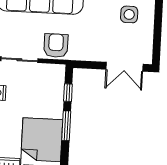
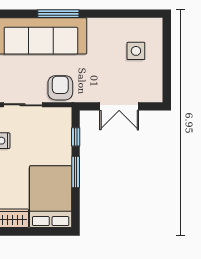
double door: (124, 67) -> (119, 106), moved

